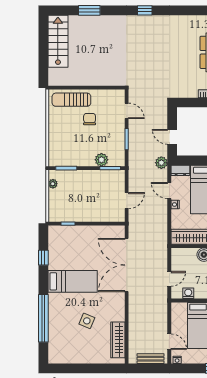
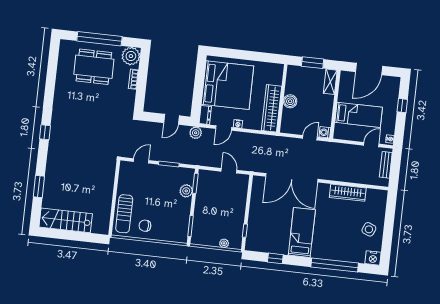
chair: (90, 119) -> (145, 226), moved
plant: (53, 184) -> (224, 243), moved
door: (169, 279) -> (310, 138), hinge flipped
washing machine: (188, 293) -> (325, 132), moved
side table: (87, 321) -> (369, 229), moved
wardrobe: (118, 340) -> (348, 193), moved
nightstand: (55, 356) -> (373, 258), added

